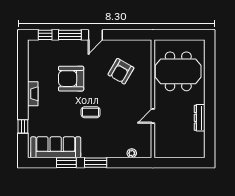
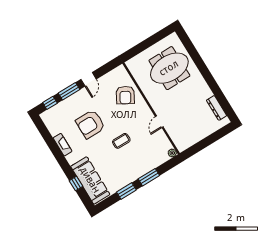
fireplace: (33, 94) -> (63, 145), moved
wall: (153, 99) -> (151, 108), moved
door: (153, 116) -> (159, 122), moved
dresser: (200, 118) -> (217, 108), moved
sofa: (56, 147) -> (90, 180), moved, turned 90

